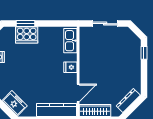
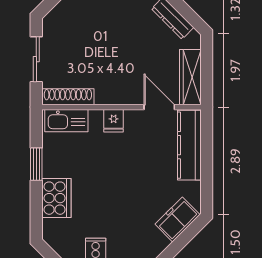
window: (25, 24) -> (36, 164), moved
shoe rack: (84, 41) -> (68, 97), added

